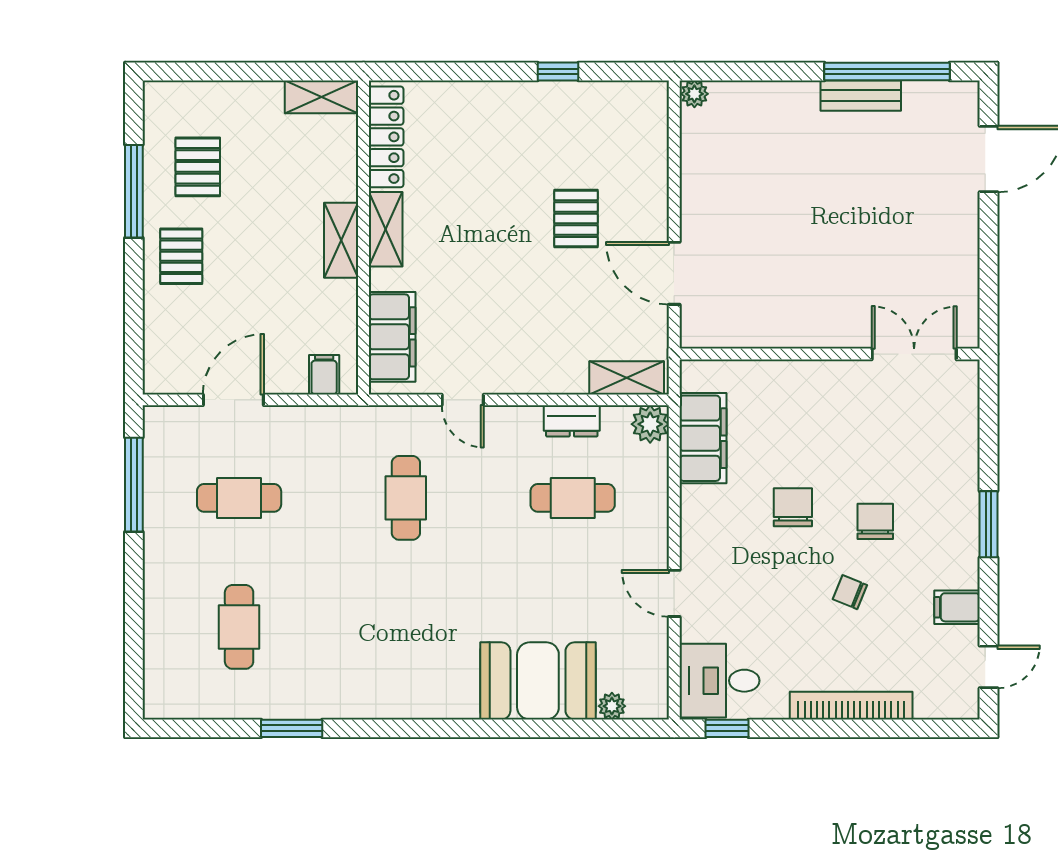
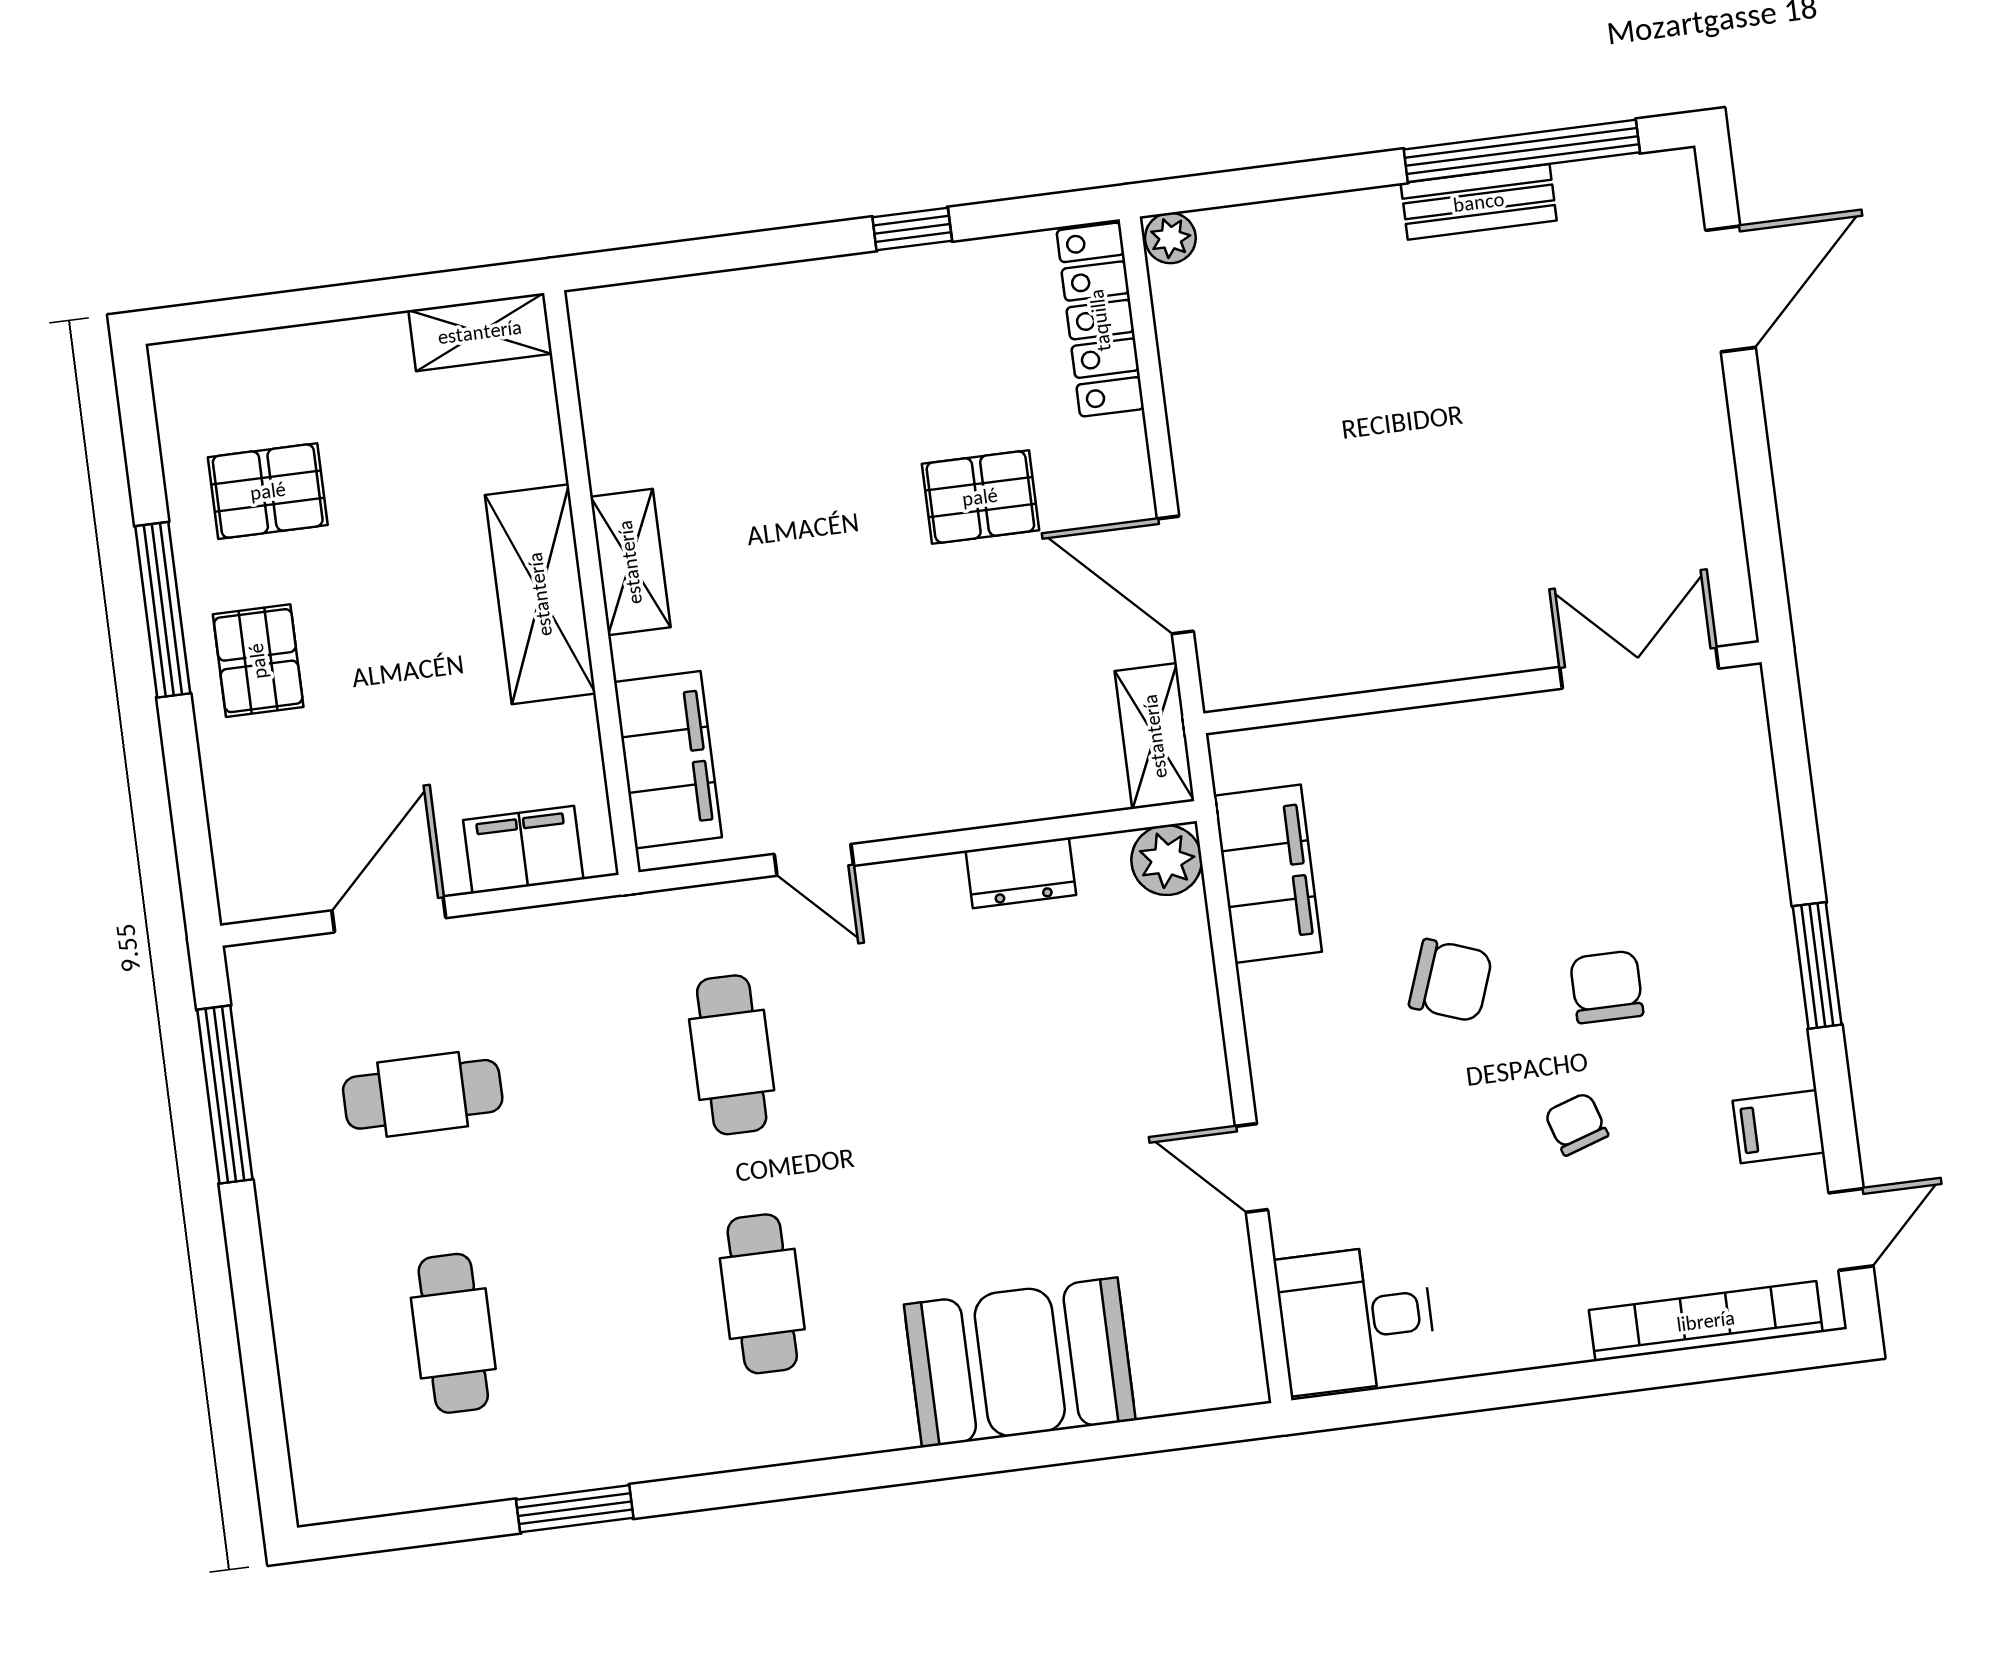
locker: (386, 137) -> (1100, 320), moved, turned 180
pallet: (198, 167) -> (268, 491), turned 90
window: (134, 191) -> (163, 610), moved
pallet: (576, 219) -> (980, 497), turned 90
shelving: (341, 240) -> (540, 594), width x1.50, depth x1.33
filing cabinet: (324, 375) -> (523, 850), width x2.00
shelving: (627, 378) -> (1155, 736), moved, turned 90
cafe table: (573, 498) -> (762, 1294), moved, turned 90
chair: (793, 507) -> (1451, 980), turned 110
chair: (850, 592) -> (1576, 1124), turned 50
plant: (612, 706) -> (1163, 1391), removed
bookcase: (851, 706) -> (1706, 1321), moved
window: (727, 728) -> (1381, 1405), removed

